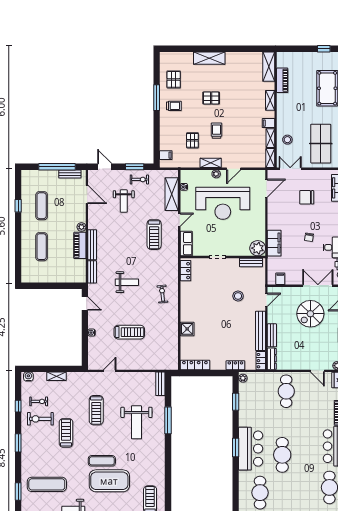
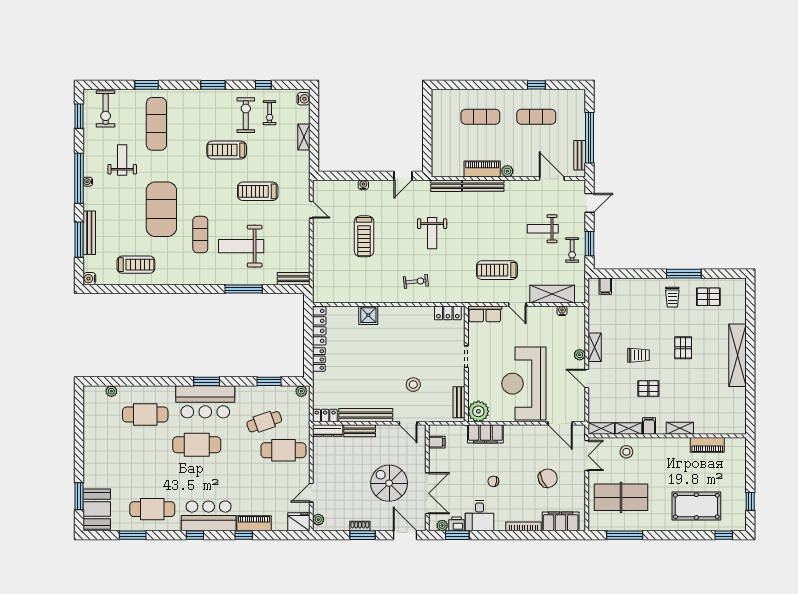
shelving: (209, 58) -> (738, 355), width x1.47
shelving: (269, 67) -> (726, 426), removed
pallet: (192, 140) -> (648, 389), moved
door: (87, 194) -> (552, 179), swing flipped
chair: (307, 197) -> (548, 478), turned 64
reception desk: (223, 203) -> (524, 384), moved
locker: (235, 365) -> (319, 359), moved
cafe table: (265, 405) -> (264, 422), added
treadmill: (66, 433) -> (227, 150), turned 180
exercise mat: (102, 461) -> (200, 235), moved

